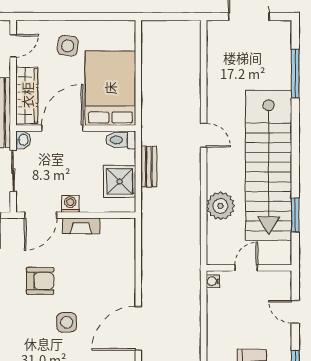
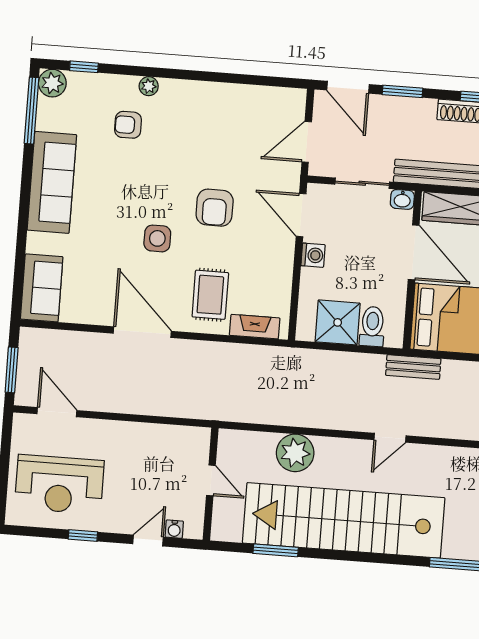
toilet: (121, 140) -> (372, 326), moved
bench: (149, 167) -> (413, 367), moved
fireplace: (81, 226) -> (255, 327), moved, turned 90
rug: (106, 279) -> (210, 295), added
water cooler: (213, 281) -> (174, 529), moved, turned 180

